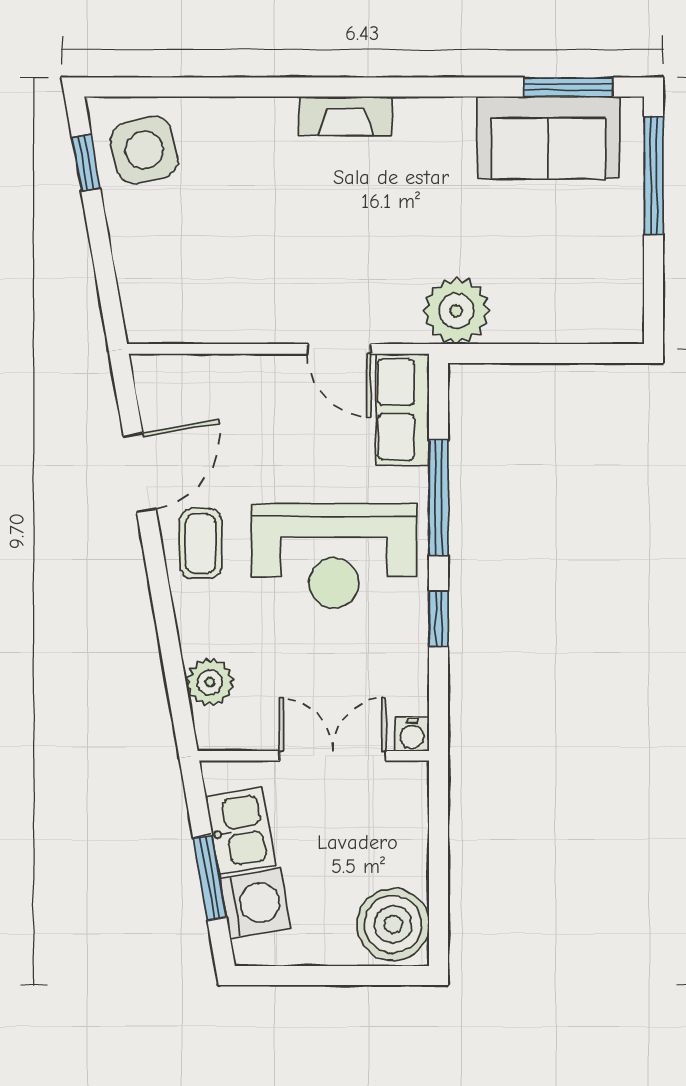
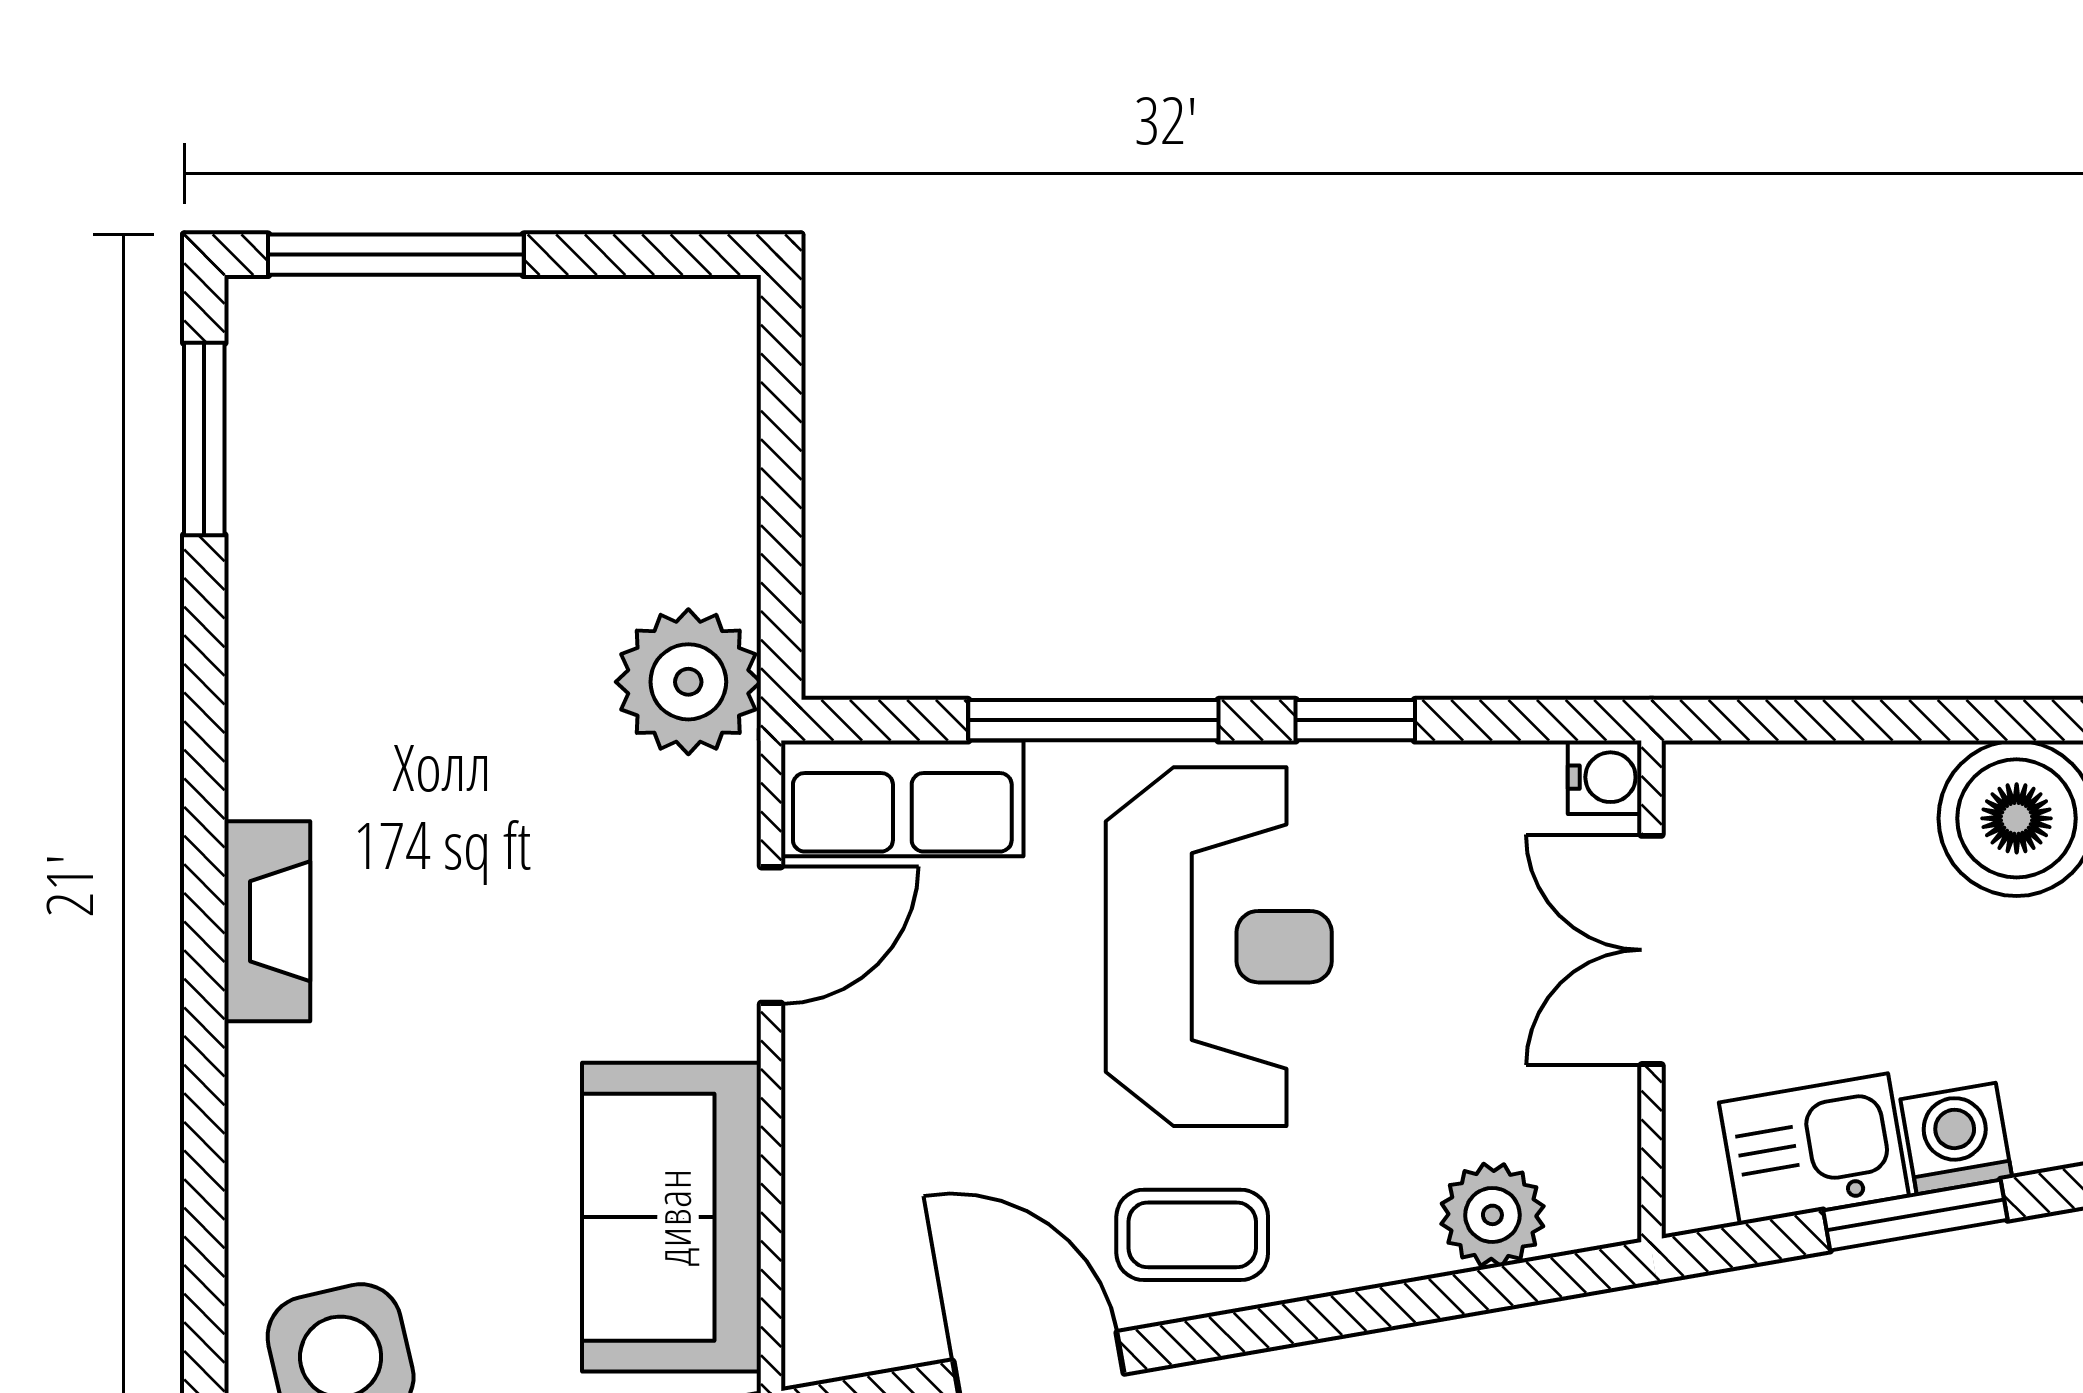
sofa: (548, 138) -> (672, 1217), moved, turned 180
washing machine: (255, 903) -> (1956, 1138), width x0.73, depth x0.73

